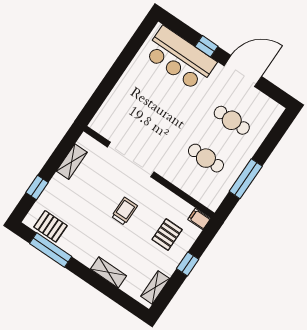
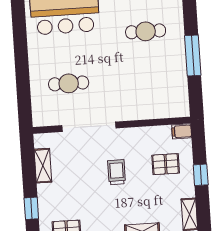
cafe table: (206, 158) -> (69, 83), moved
window: (246, 179) -> (193, 55), moved
pallet: (167, 235) -> (166, 164), turned 90

